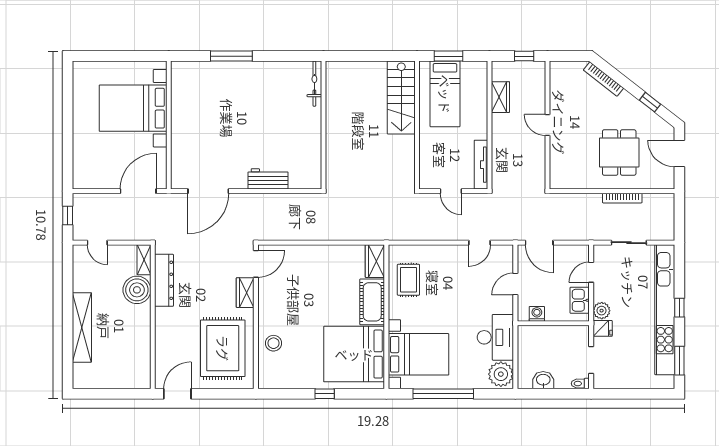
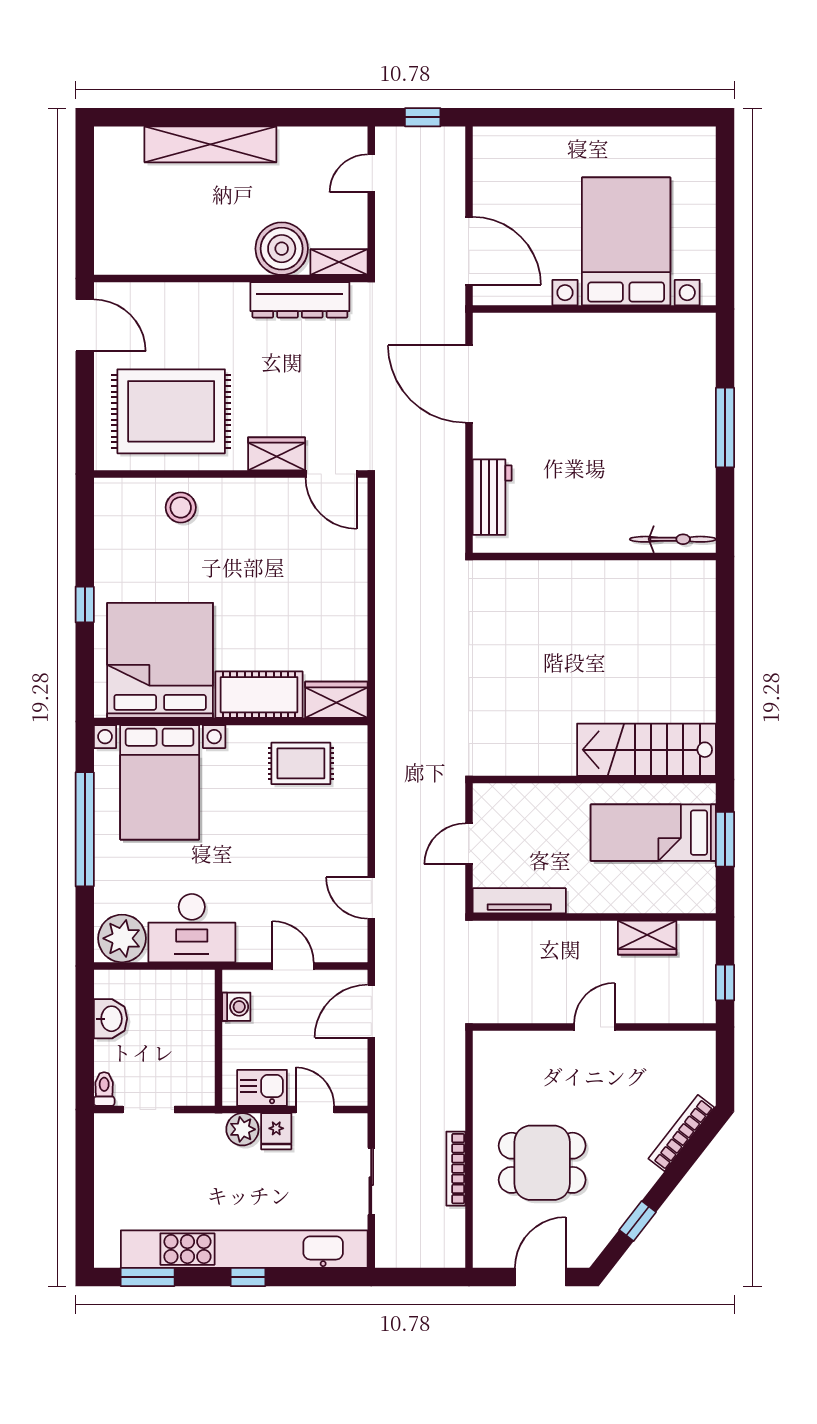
bicycle: (314, 84) -> (673, 539), moved
wall: (324, 125) -> (594, 557), moved
fridge: (603, 328) -> (276, 1131), moved

